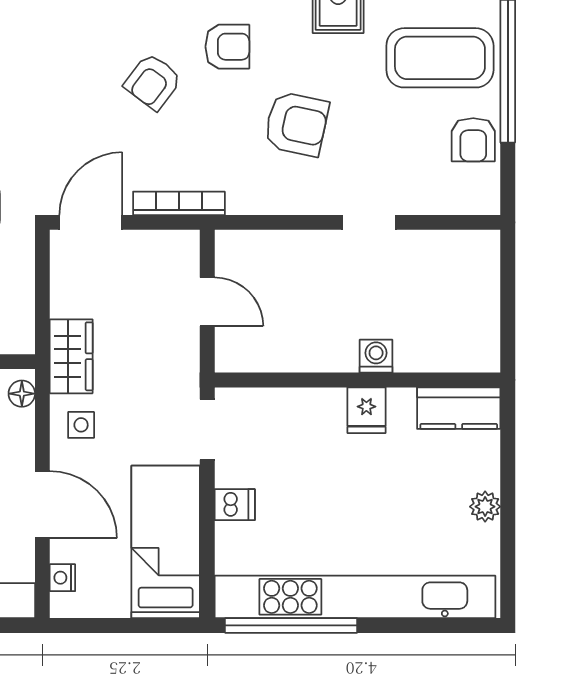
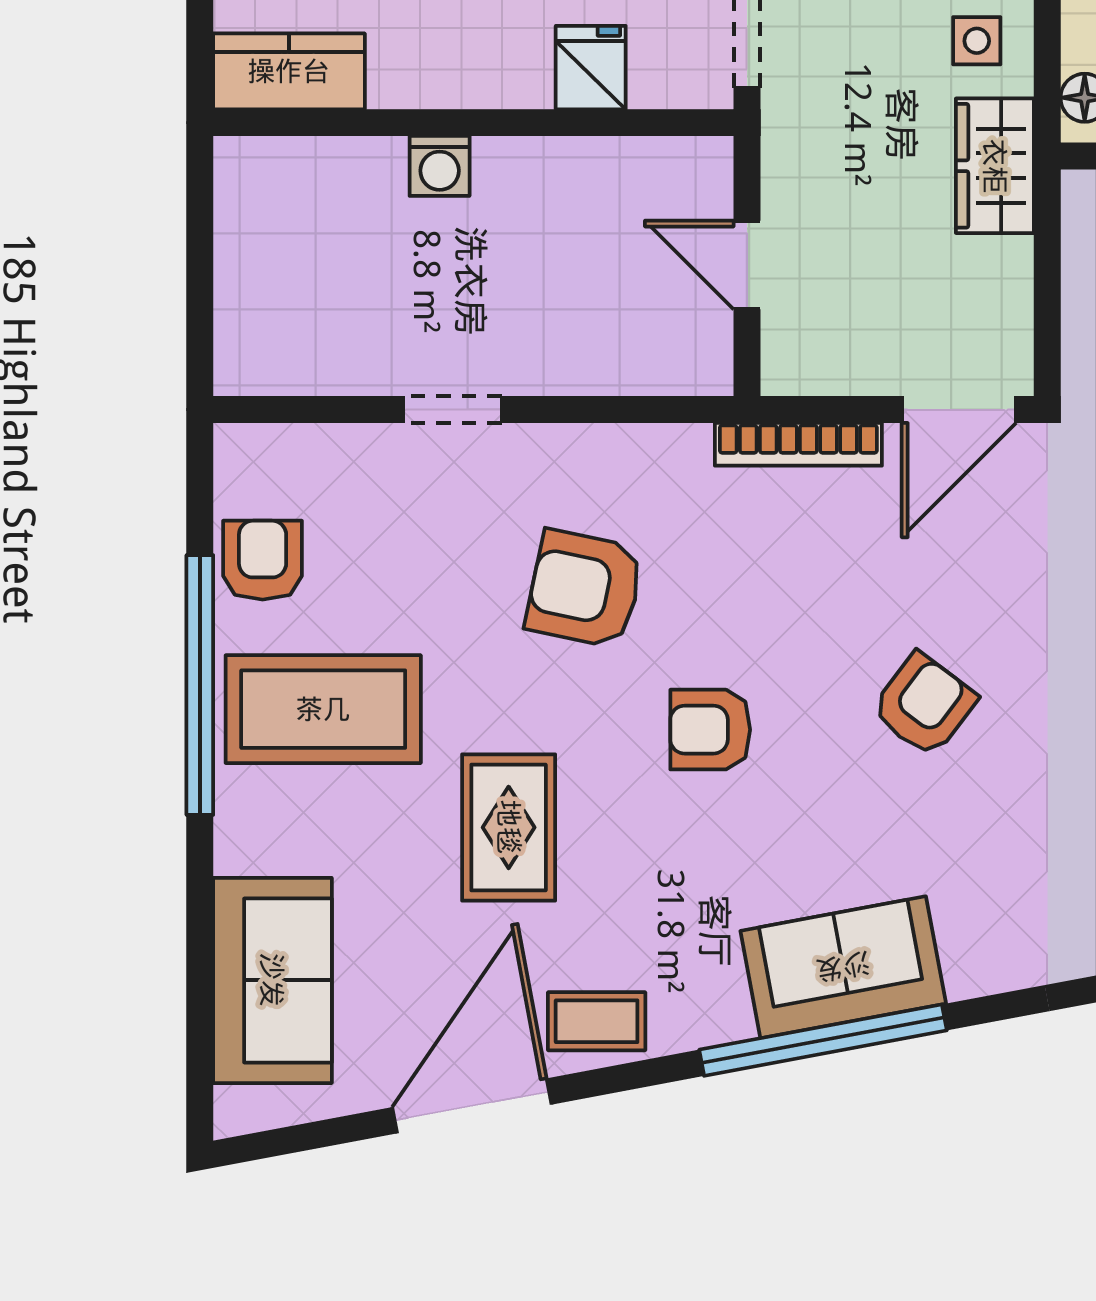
armchair: (153, 82) -> (924, 705), moved
fridge: (366, 410) -> (591, 68), moved

